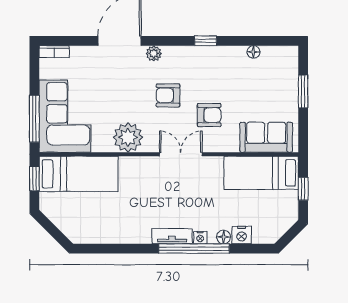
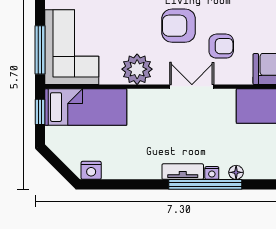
armchair: (168, 95) -> (179, 26), width x1.38, depth x1.38
nightstand: (242, 235) -> (91, 170), moved

